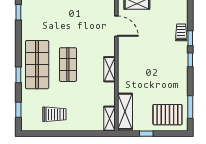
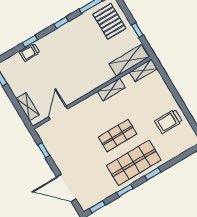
window: (190, 60) -> (61, 23), moved
shelving: (110, 69) -> (111, 89), moved
window: (18, 110) -> (125, 190), moved
trolley: (54, 114) -> (169, 121), turned -90

